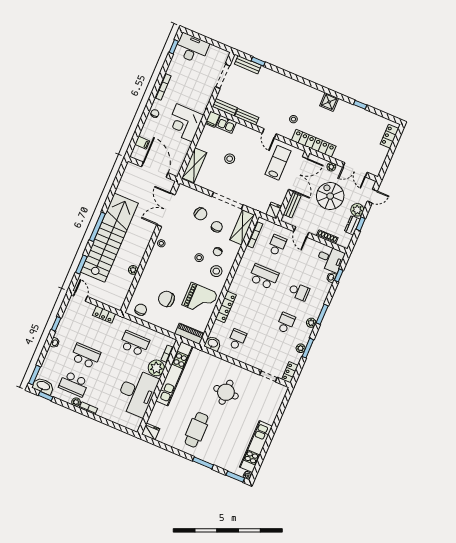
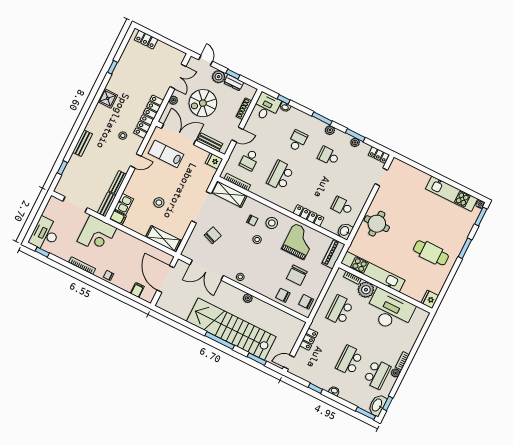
bench: (248, 65) -> (82, 143), moved
corner desk: (184, 123) -> (97, 235), moved
door: (155, 170) -> (166, 279), hinge flipped
chair: (217, 227) -> (283, 295), moved
school desk: (277, 245) -> (249, 160), turned -90
plant: (133, 270) -> (248, 298), moved
round table: (226, 392) -> (377, 224), moved

